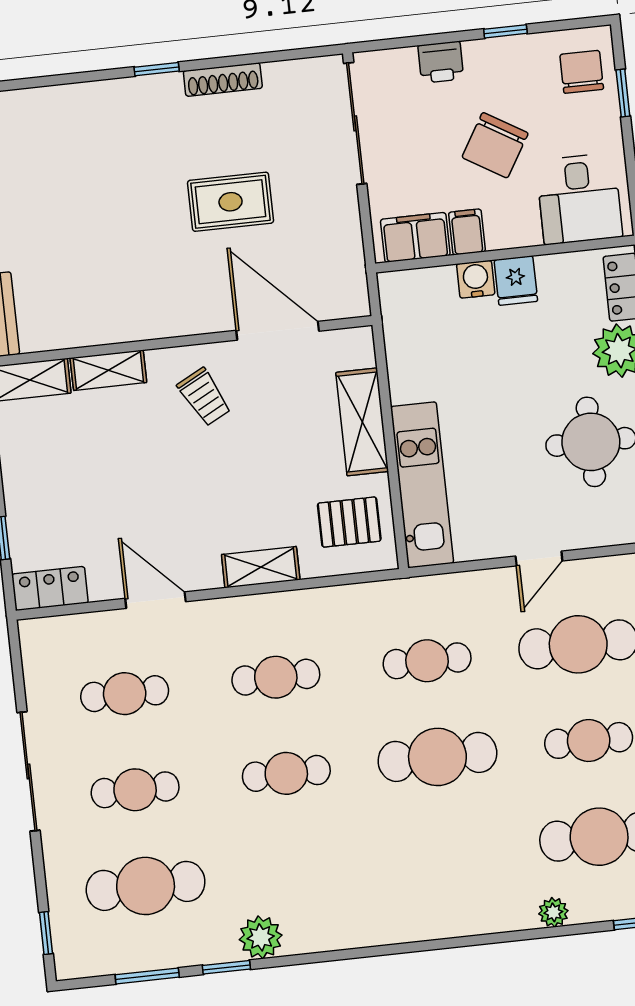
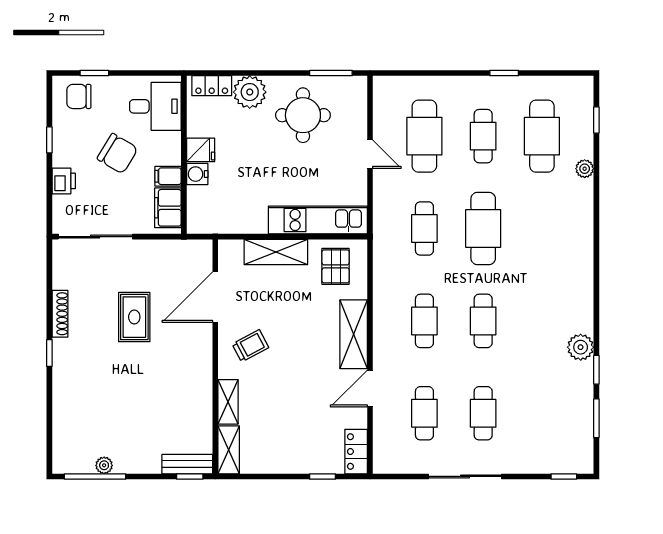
shelving: (261, 567) -> (354, 334), width x1.50, depth x1.33
cafe table: (146, 886) -> (542, 413), removed

